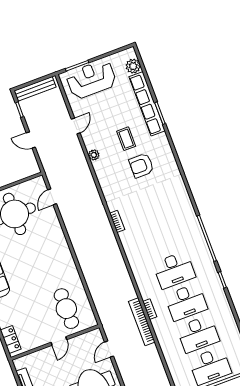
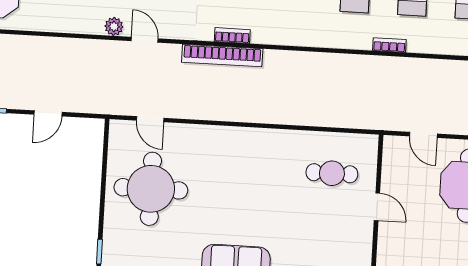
door: (76, 126) -> (145, 40), moved
cafe table: (66, 309) -> (332, 173), width x0.73, depth x0.74
bookcase: (142, 322) -> (222, 56), moved

